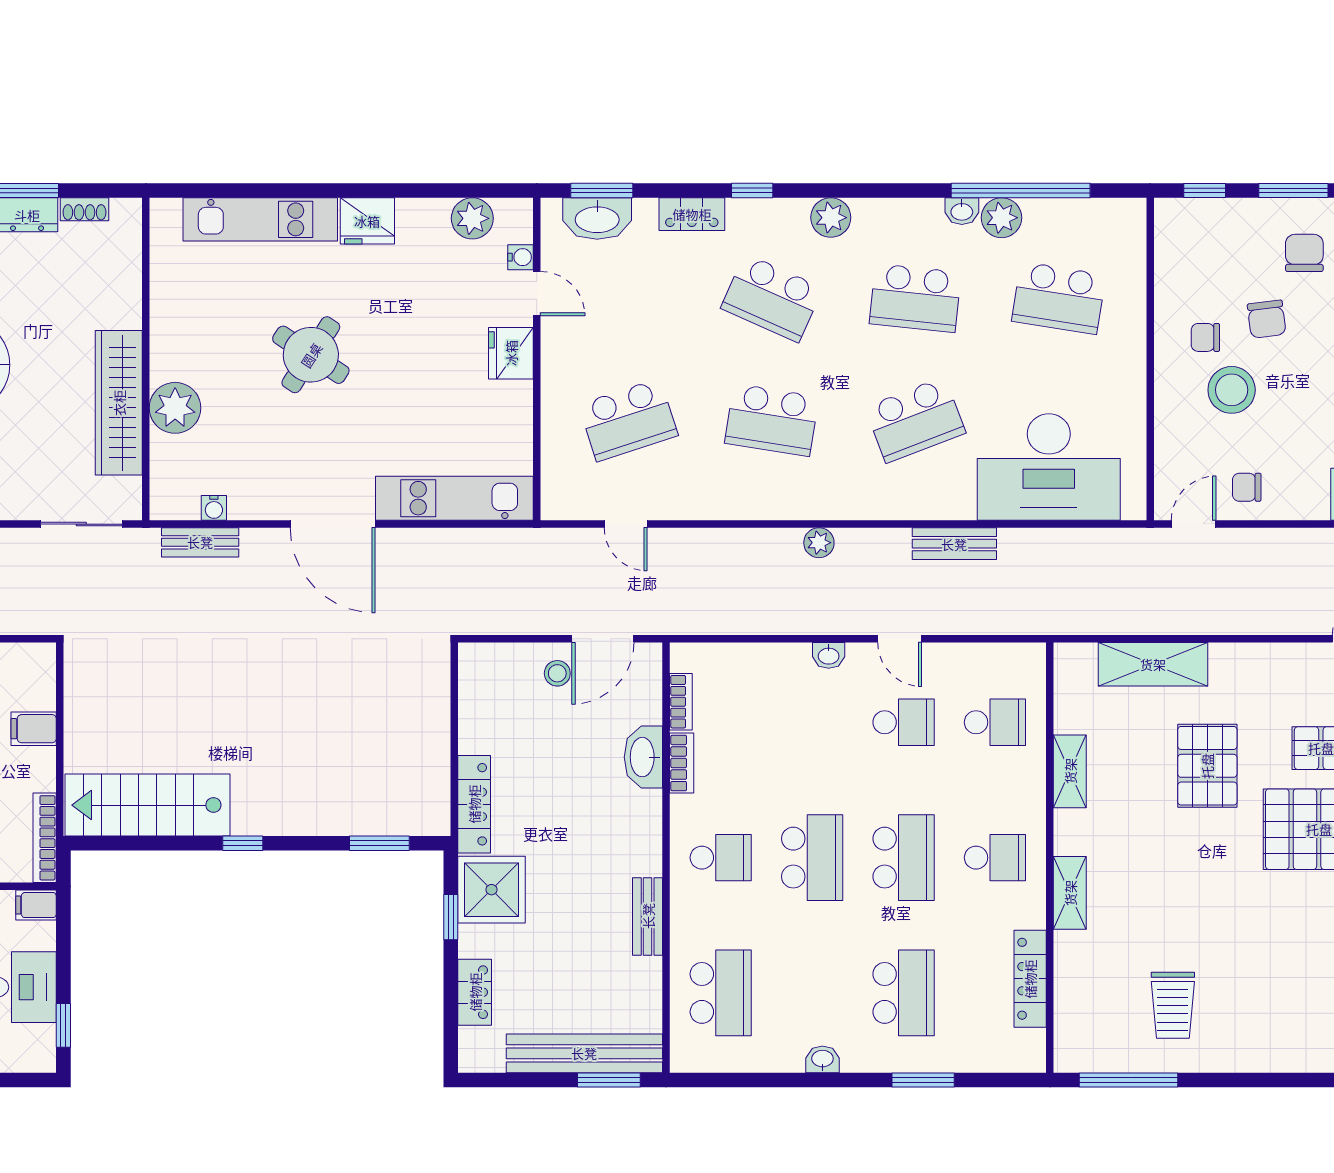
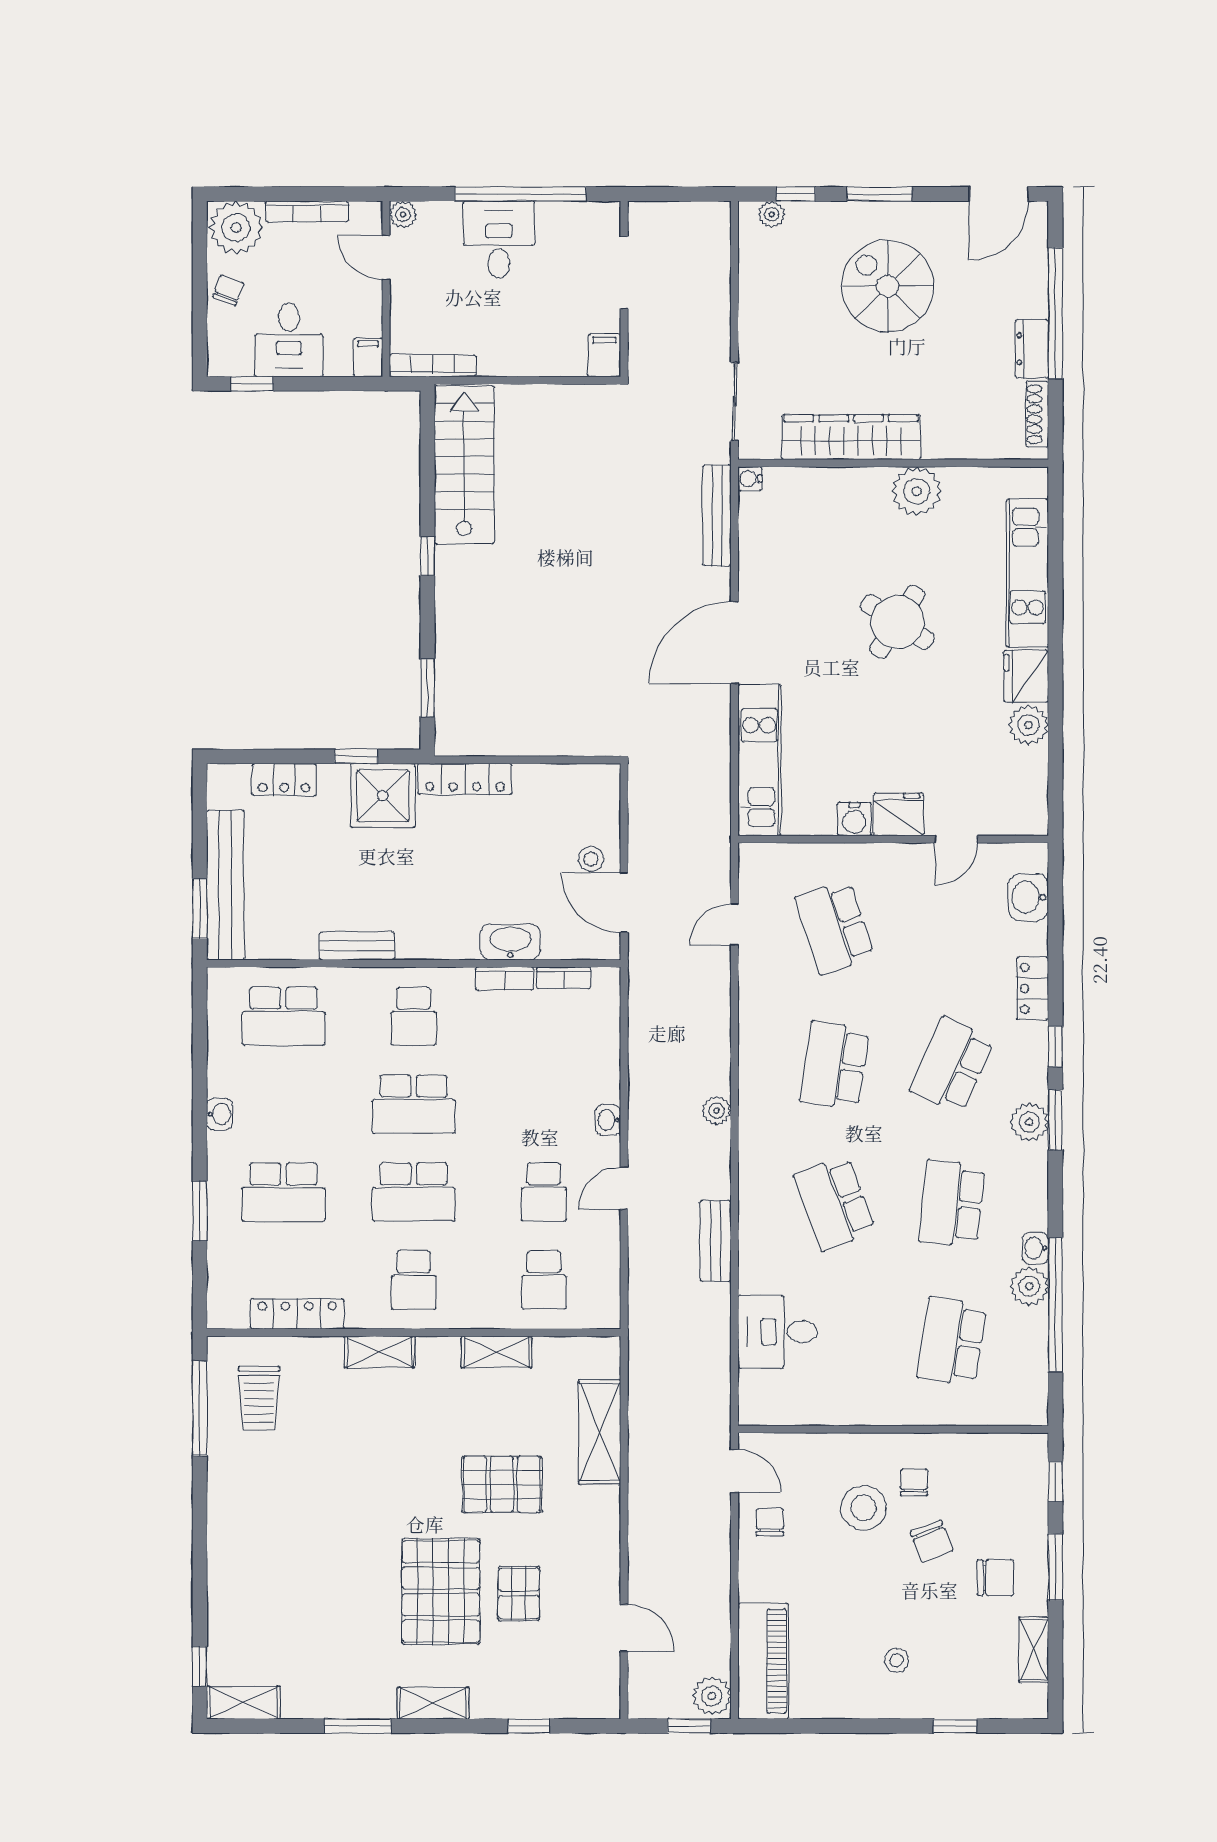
window: (602, 190) -> (1055, 1120), moved
shoe rack: (84, 209) -> (1037, 414), width x1.43
plant: (472, 218) -> (1029, 725), moved
washbasin: (597, 218) -> (1028, 897), width x0.72
water cooler: (521, 257) -> (854, 819), moved, width x1.38, depth x1.38
chair: (1267, 319) -> (932, 1541), turned -105
plant: (175, 408) -> (917, 491), moved
desk: (1049, 467) -> (777, 1332), width x0.53, depth x0.77
water cooler: (214, 508) -> (750, 479), moved
bench: (200, 542) -> (717, 515), width x1.36
filing cabinet: (34, 729) -> (604, 355), moved
trolley: (1173, 1005) -> (259, 1398), moved, turned -90

